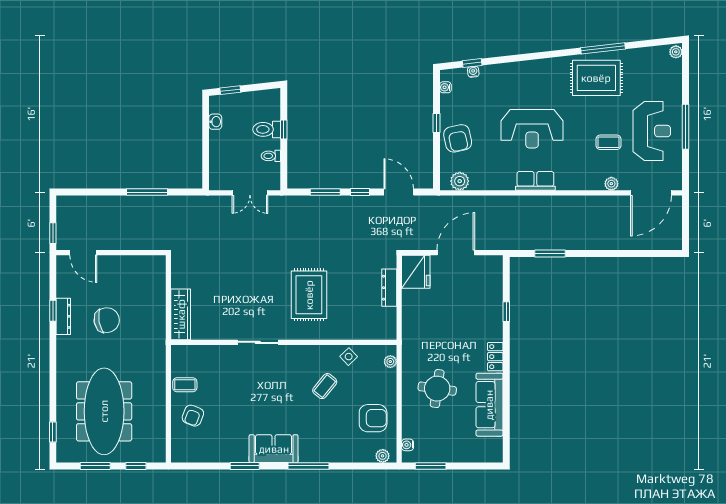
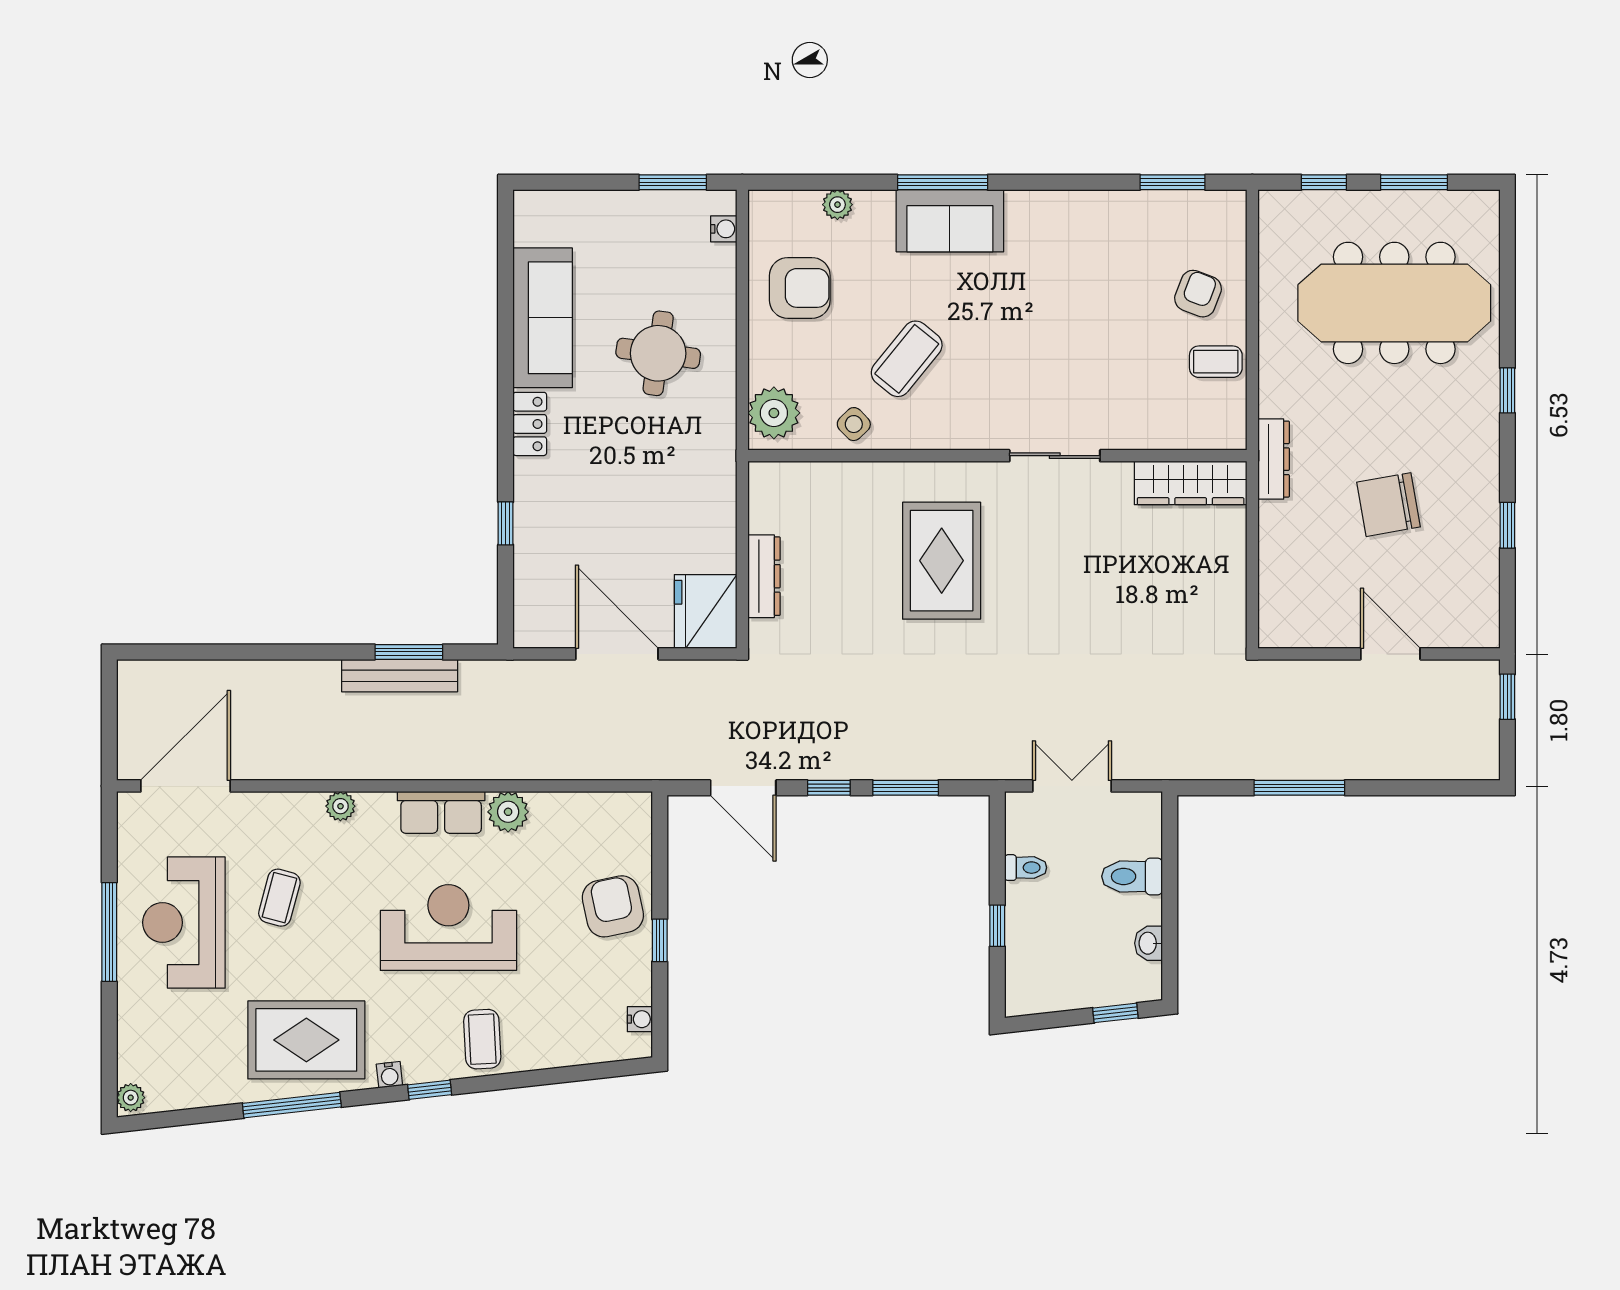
window: (472, 63) -> (430, 1090), moved
water cooler: (473, 72) -> (389, 1075), moved
coffee table: (517, 78) -> (482, 1039), added
toilet: (267, 129) -> (1132, 876), moved, turned 180
coffee table: (609, 142) -> (279, 898), turned -75
plant: (460, 181) -> (508, 812), moved
plant: (611, 184) -> (340, 806), moved
bench: (554, 243) -> (400, 676), added
door: (83, 253) -> (1390, 654), moved
door: (456, 253) -> (617, 654), swing flipped
wardrobe: (181, 314) -> (1191, 483), moved, turned -90
dresser: (63, 316) -> (1274, 459), moved, turned 180
plant: (390, 362) -> (774, 413), width x1.88, depth x1.88
coffee table: (325, 386) -> (907, 359), width x1.36, depth x1.30
meeting table: (104, 411) -> (1394, 303), turned 90
armchair: (373, 418) -> (800, 288), turned 180
window: (53, 432) -> (1507, 390), moved
sofa: (274, 449) -> (950, 221), moved
plant: (383, 456) -> (837, 205), moved
window: (245, 466) -> (1173, 182), moved

